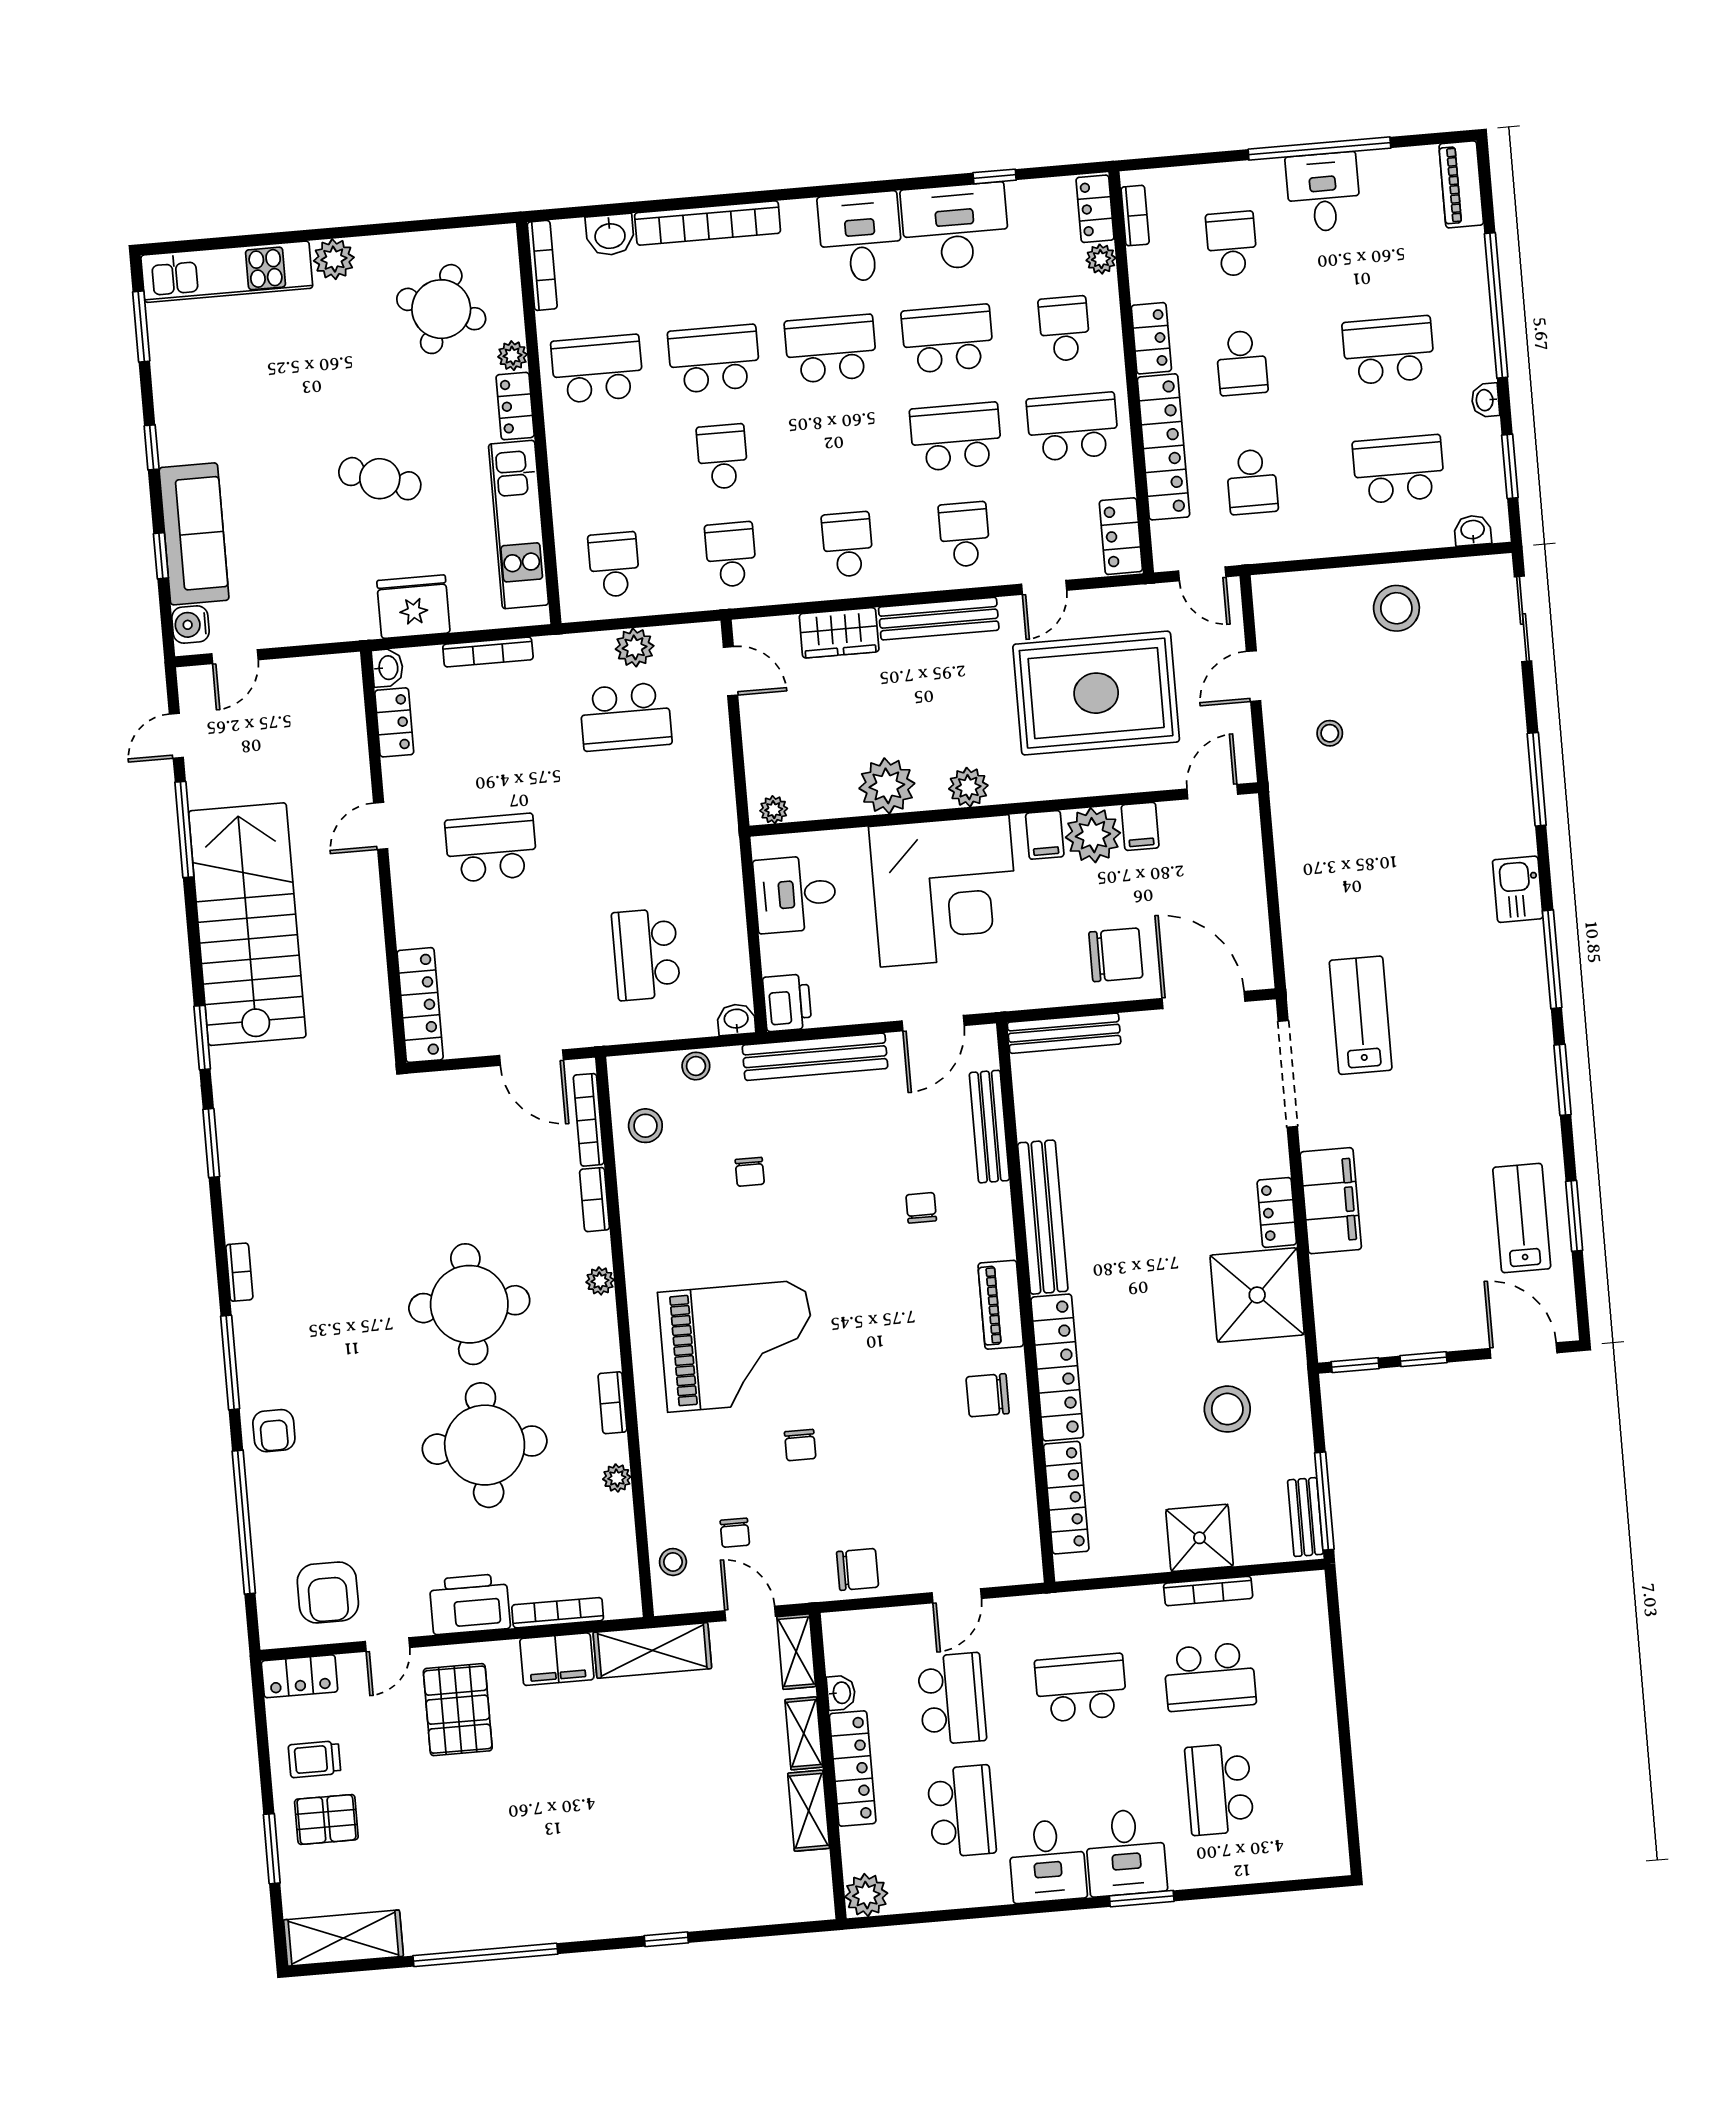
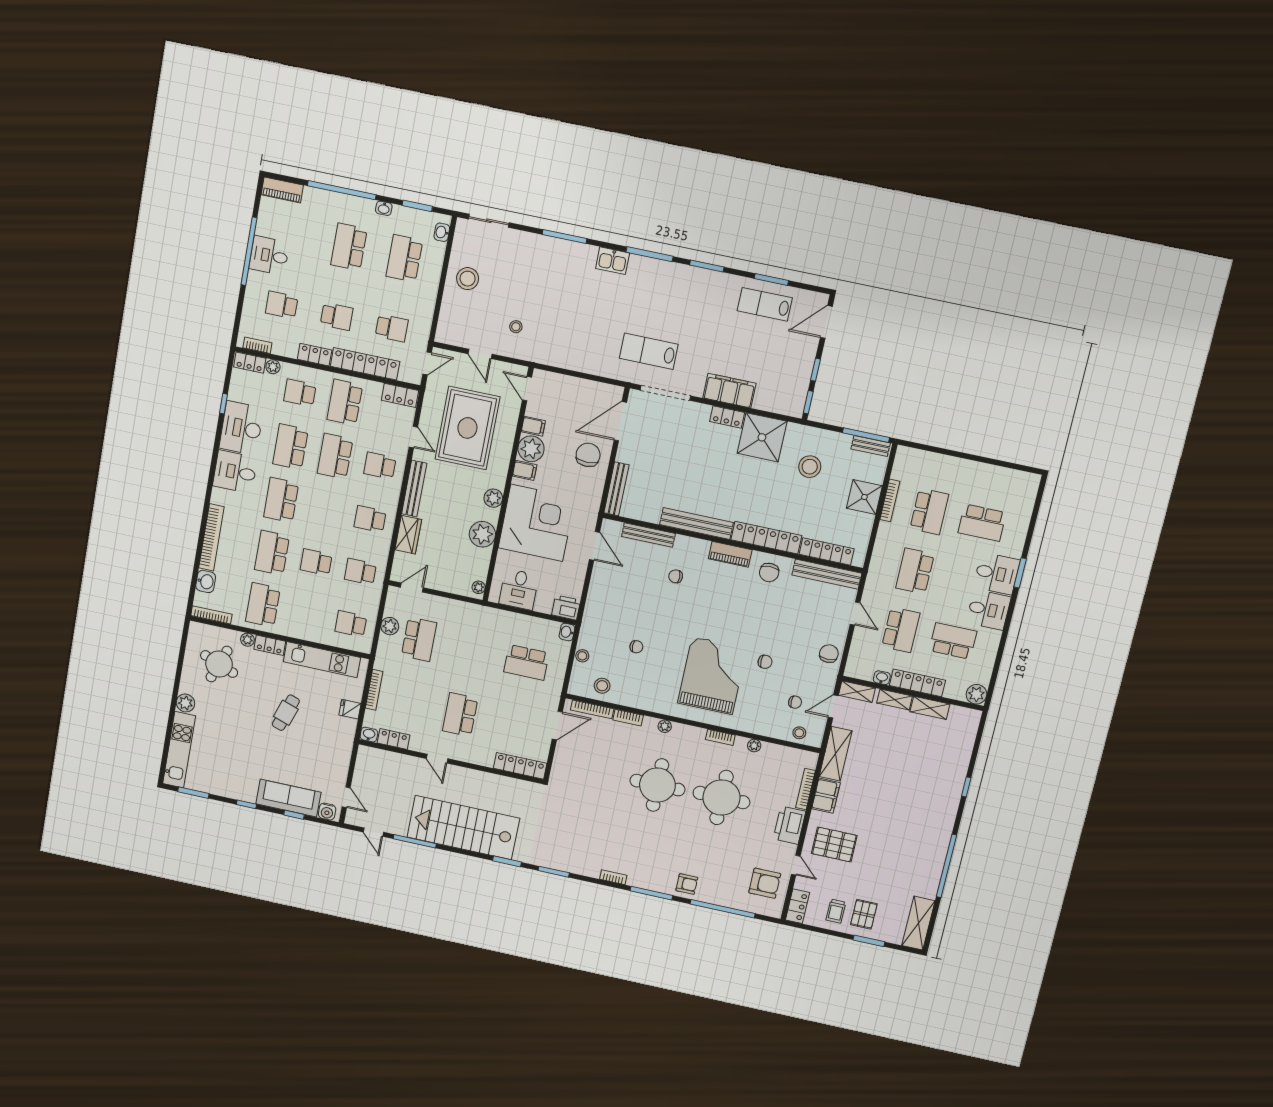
fridge: (413, 607) -> (350, 709), width x0.53, depth x0.75
bench: (815, 1057) -> (827, 574), moved, turned 90
school desk: (952, 1699) -> (901, 630), turned 90

